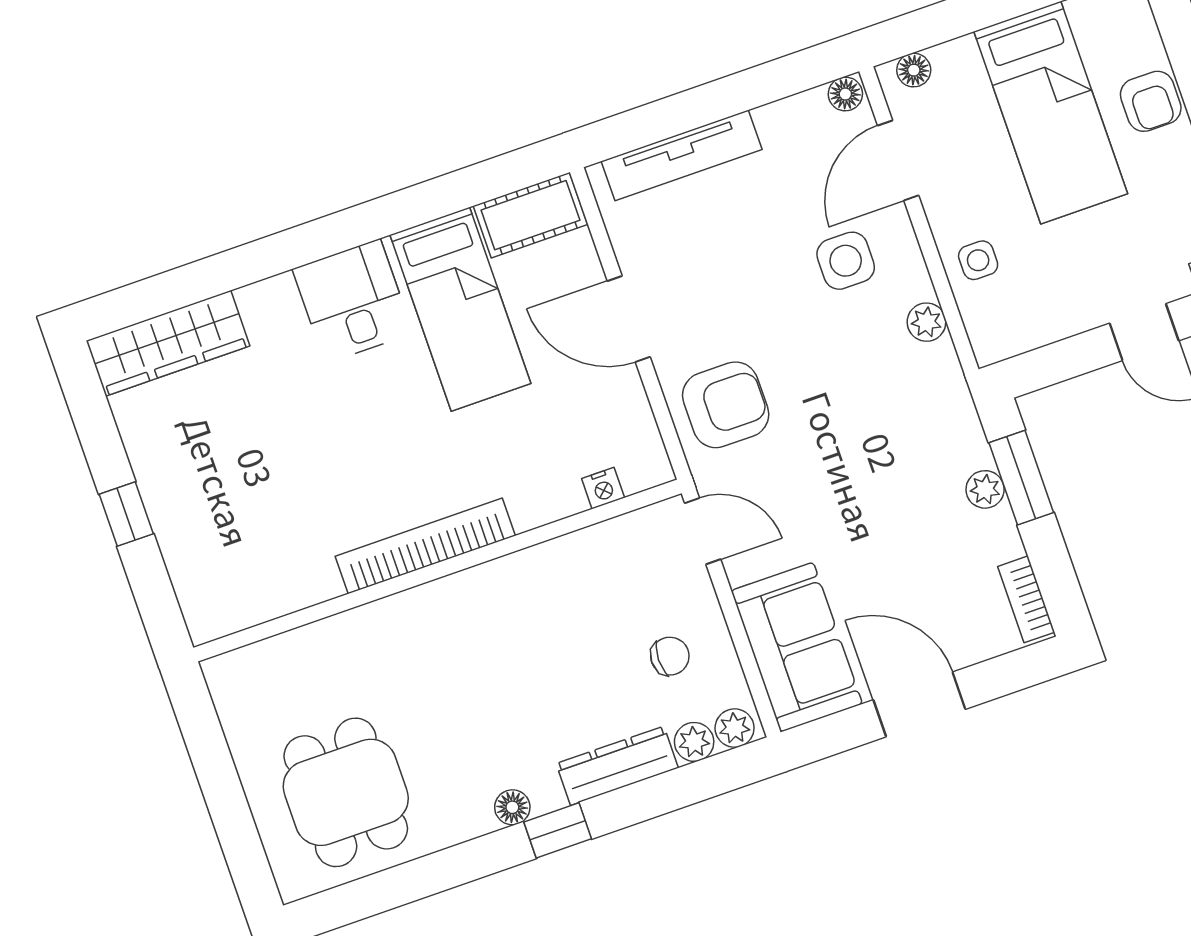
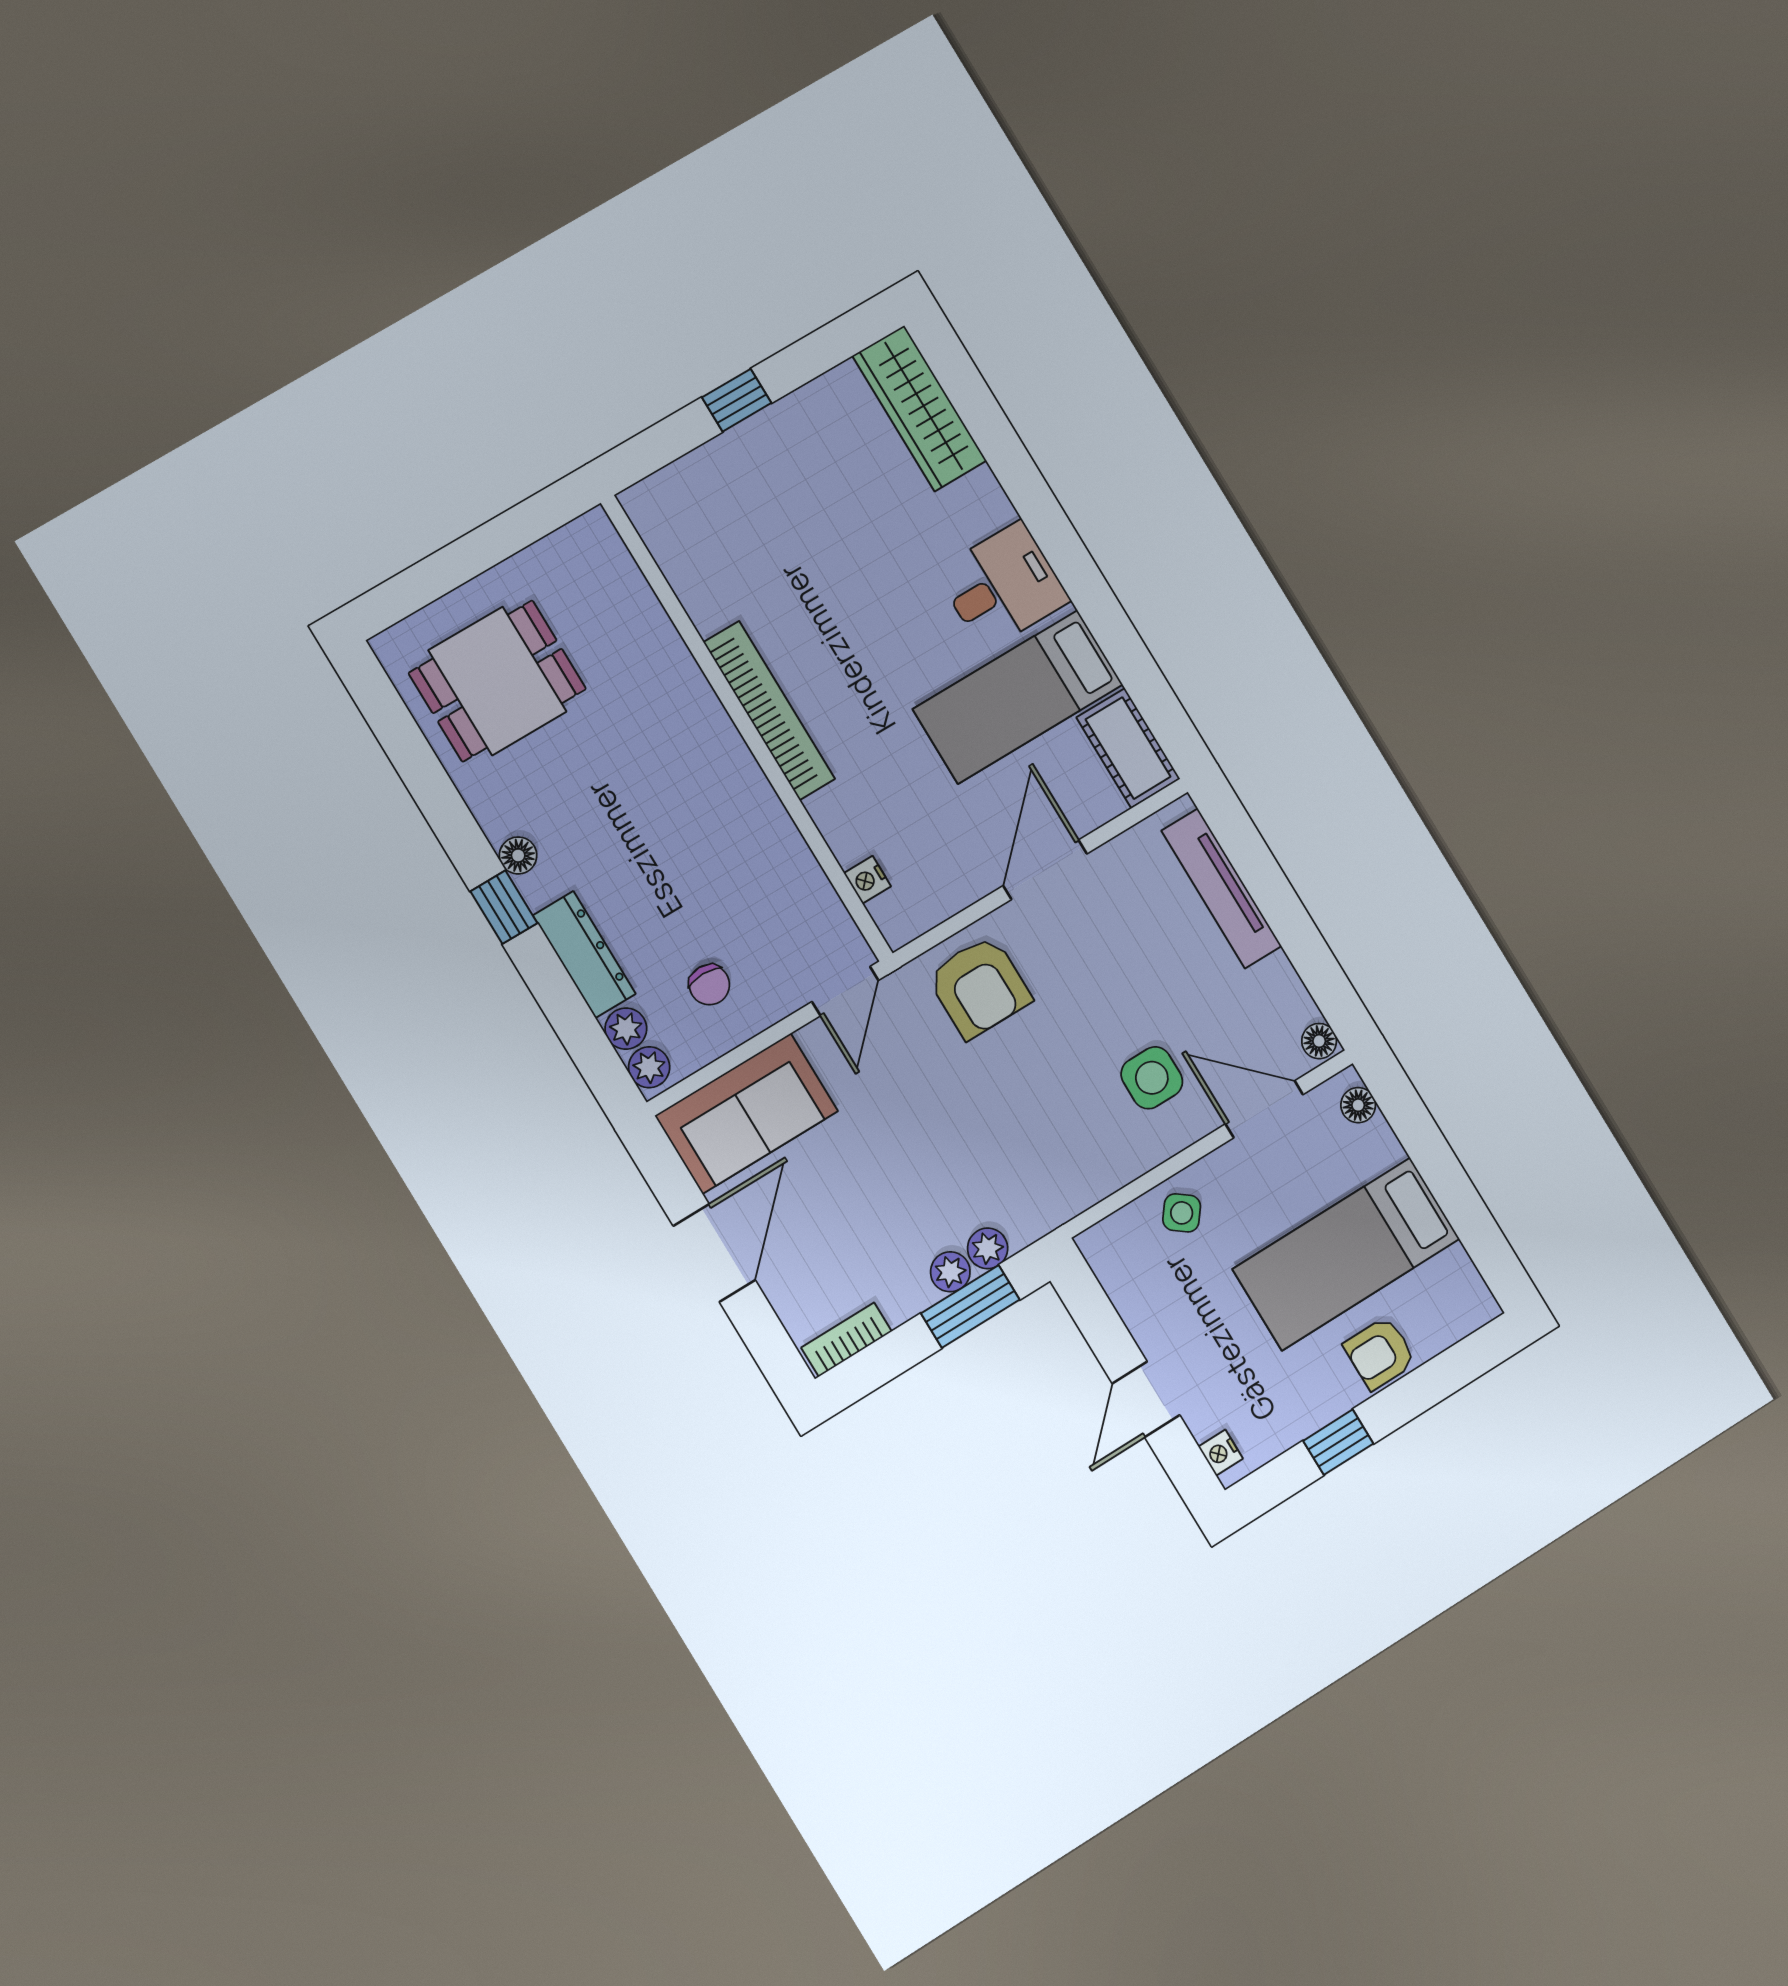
side table: (978, 260) -> (1182, 1213), turned 37
plant: (926, 322) -> (988, 1248), moved

